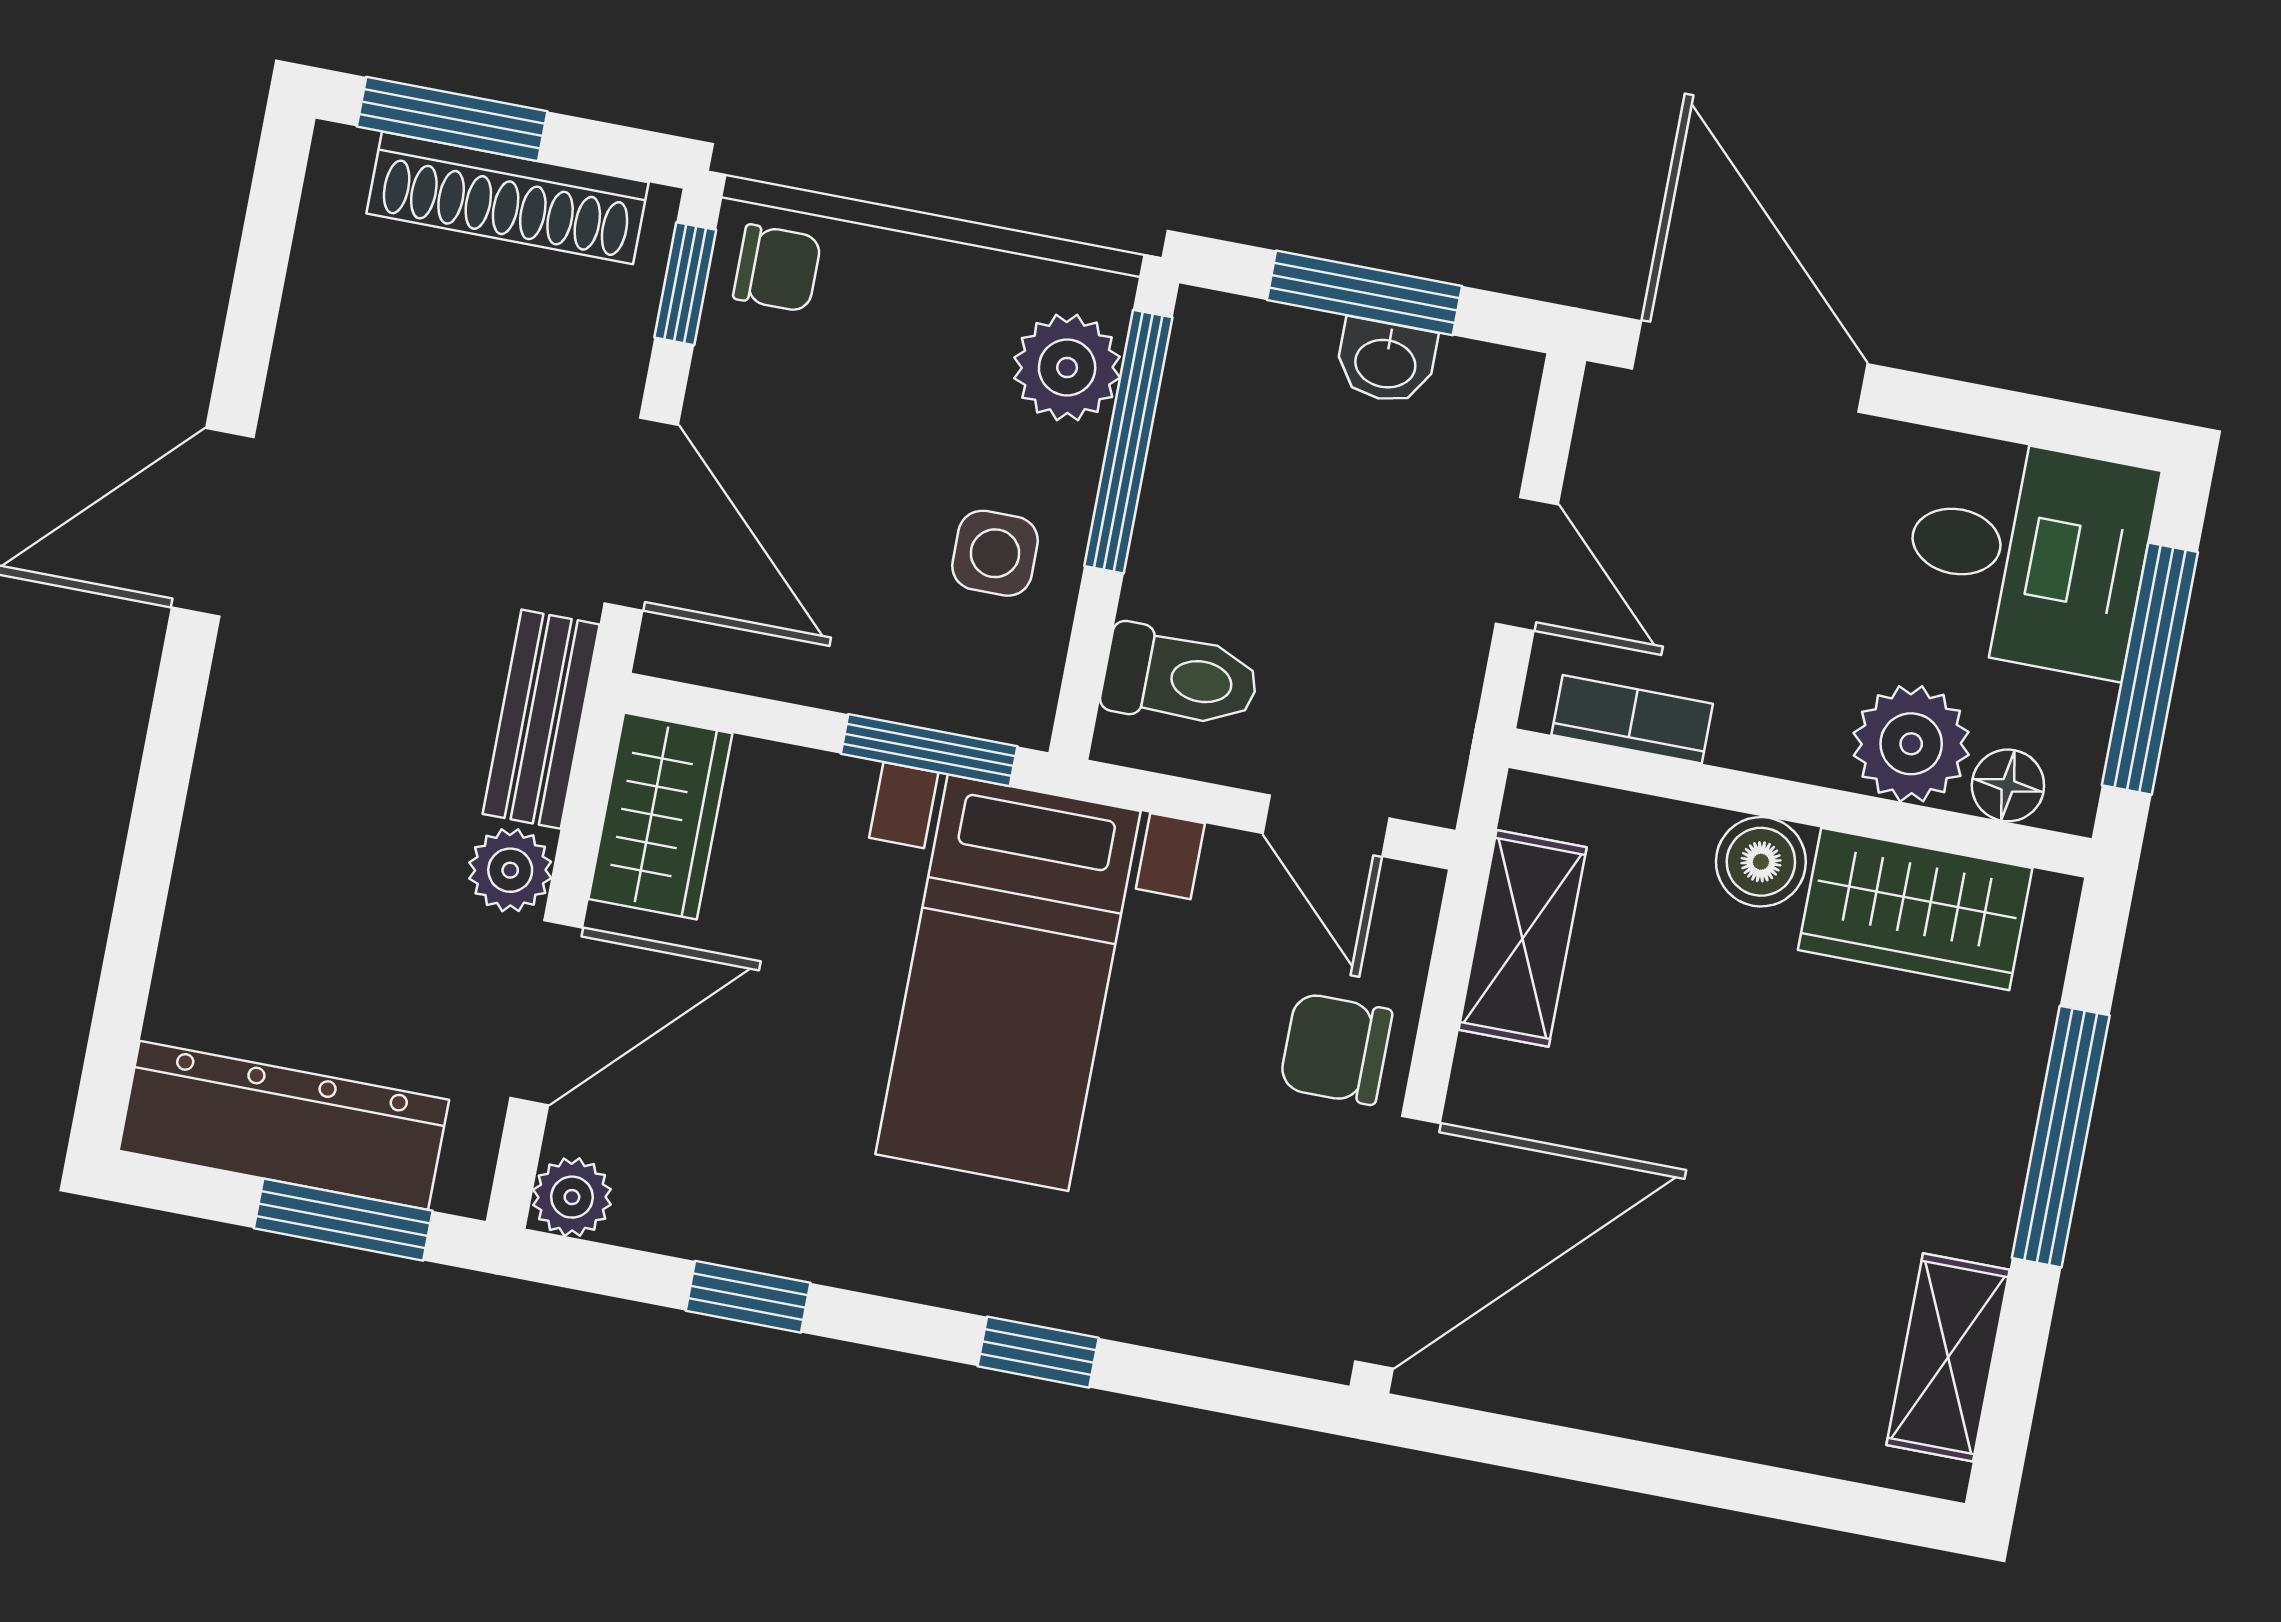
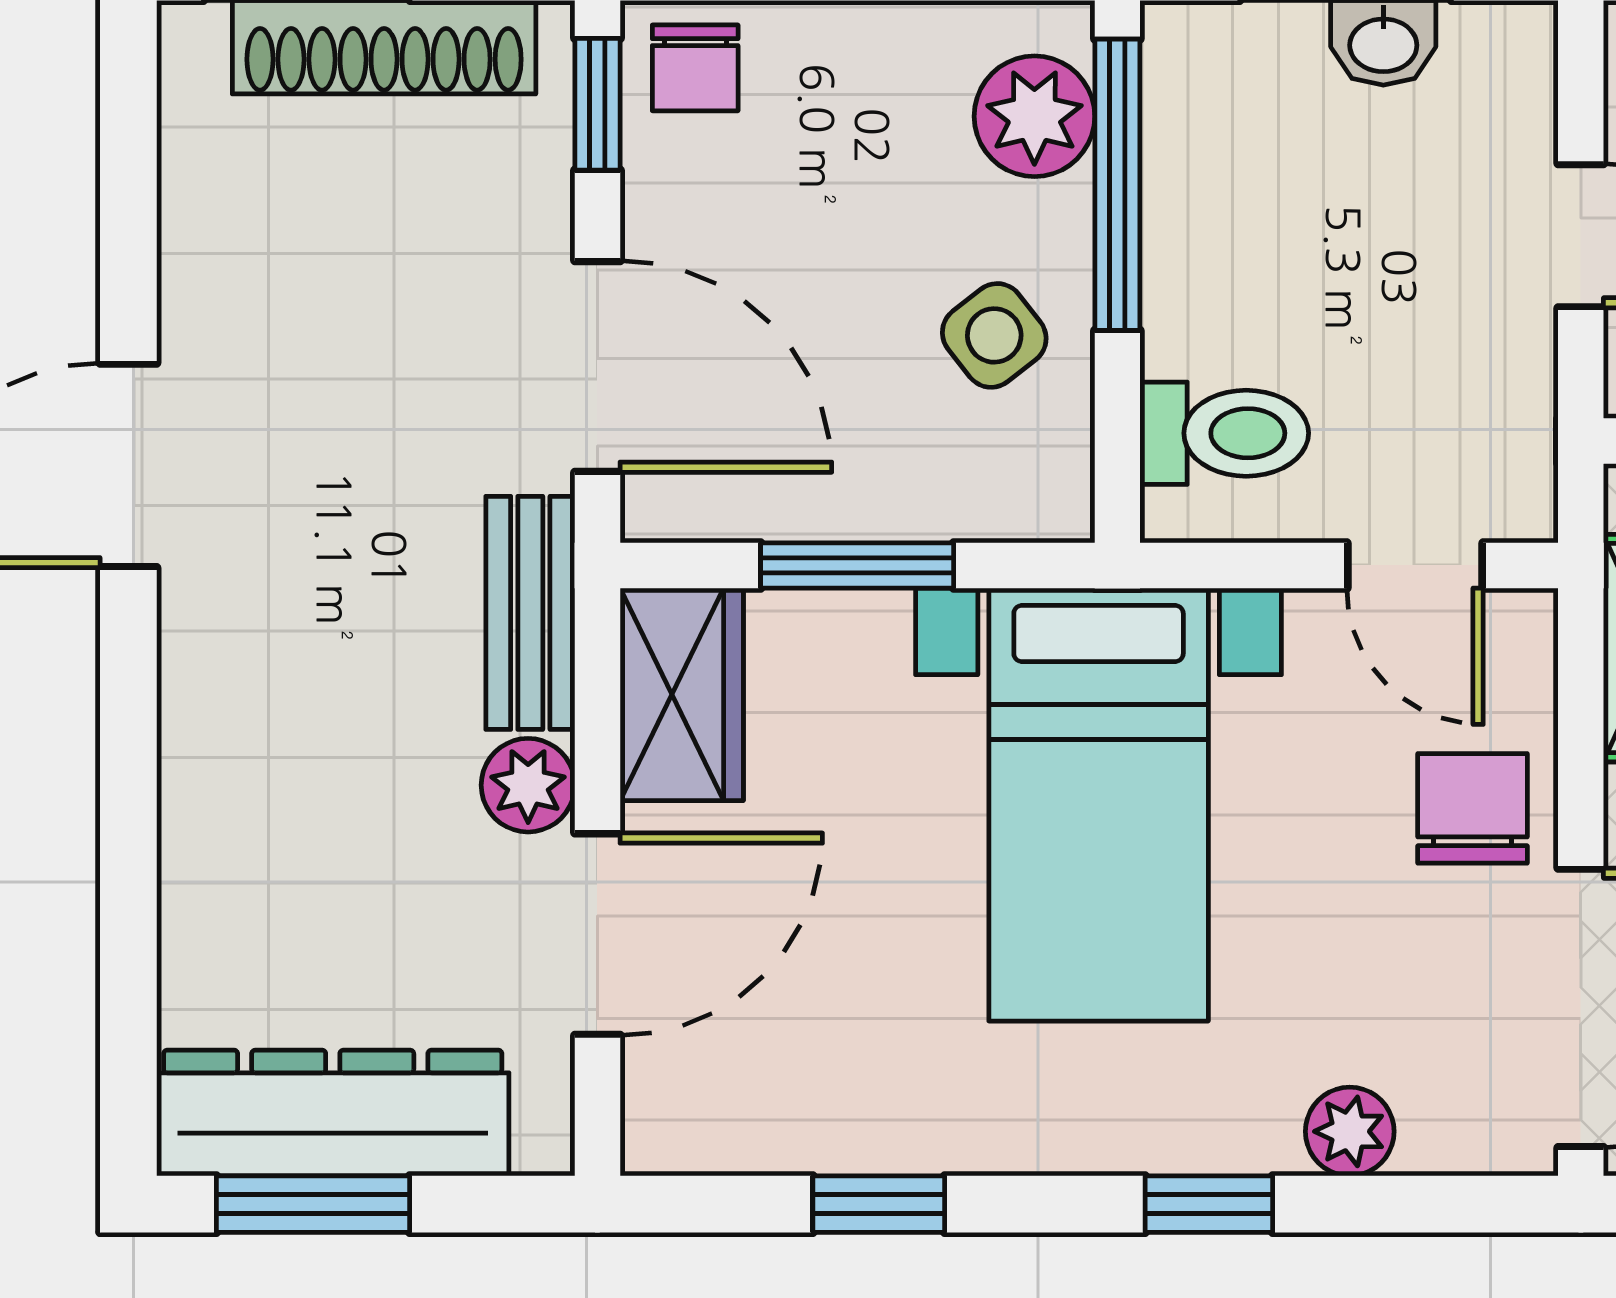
chair: (777, 268) -> (695, 68), turned 90
side table: (995, 553) -> (994, 335), turned -38
window: (929, 750) -> (857, 565), moved
chair: (1336, 1049) -> (1473, 808), turned 90
plant: (572, 1197) -> (1350, 1131), moved
window: (343, 1220) -> (313, 1204), moved

